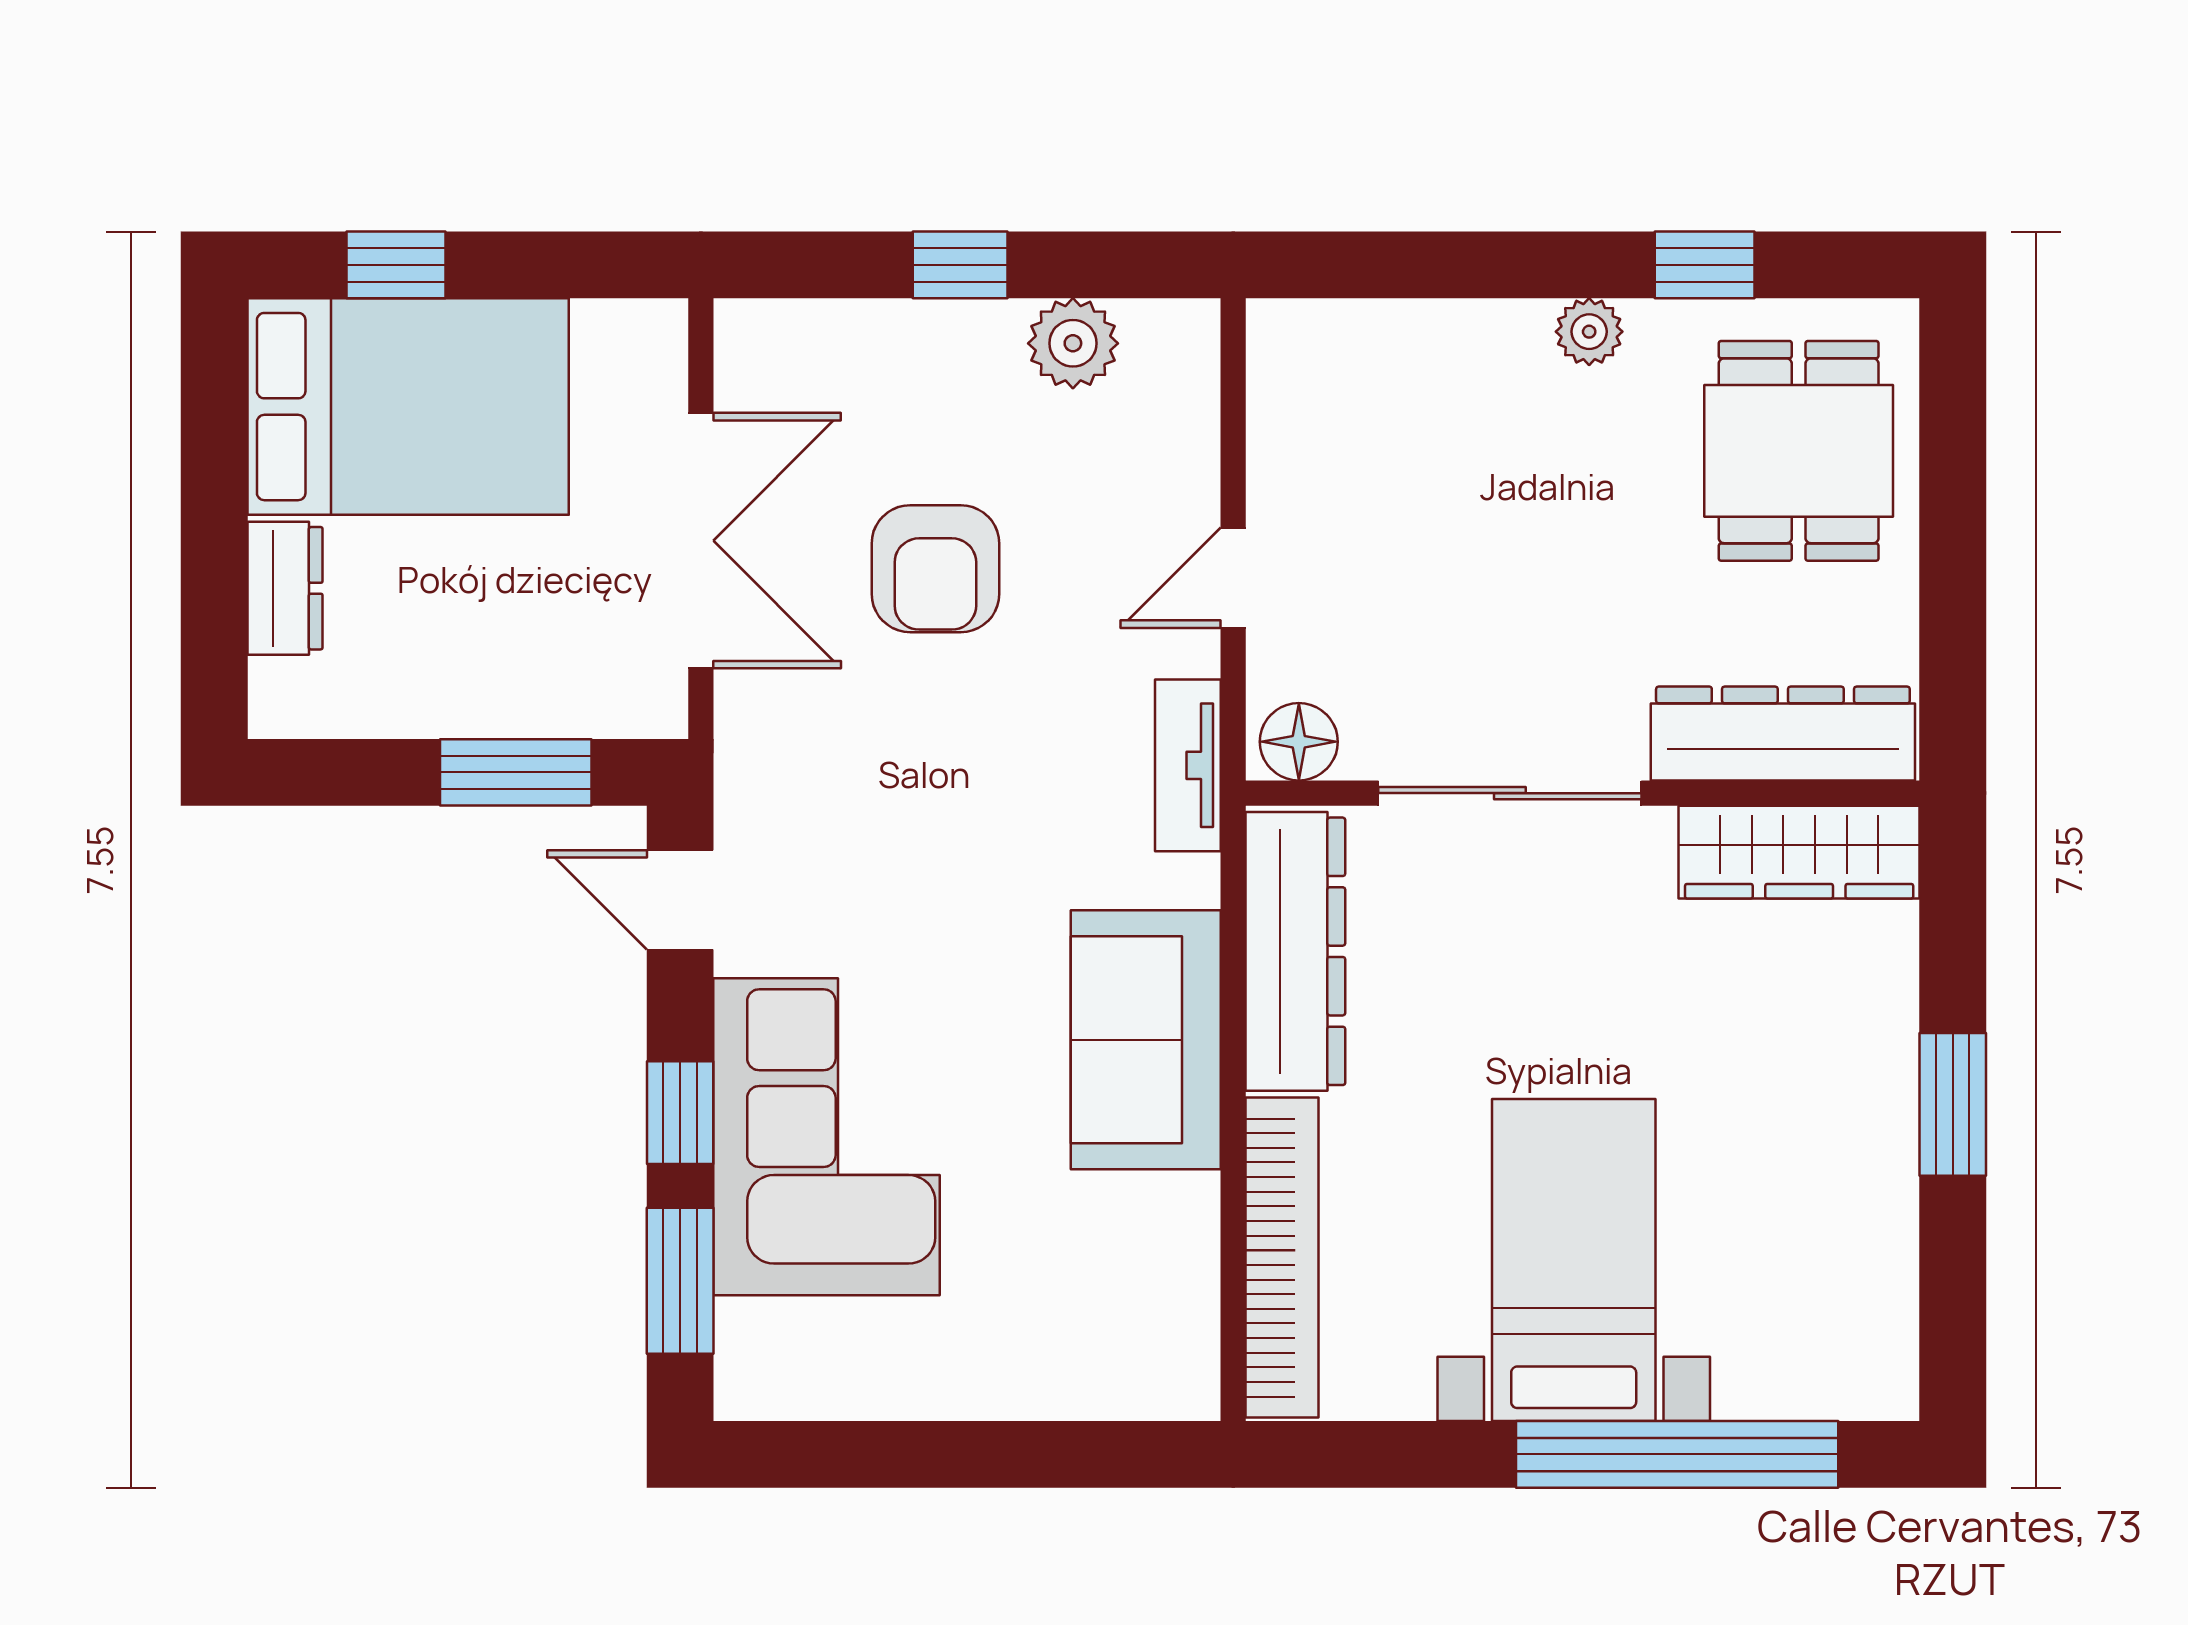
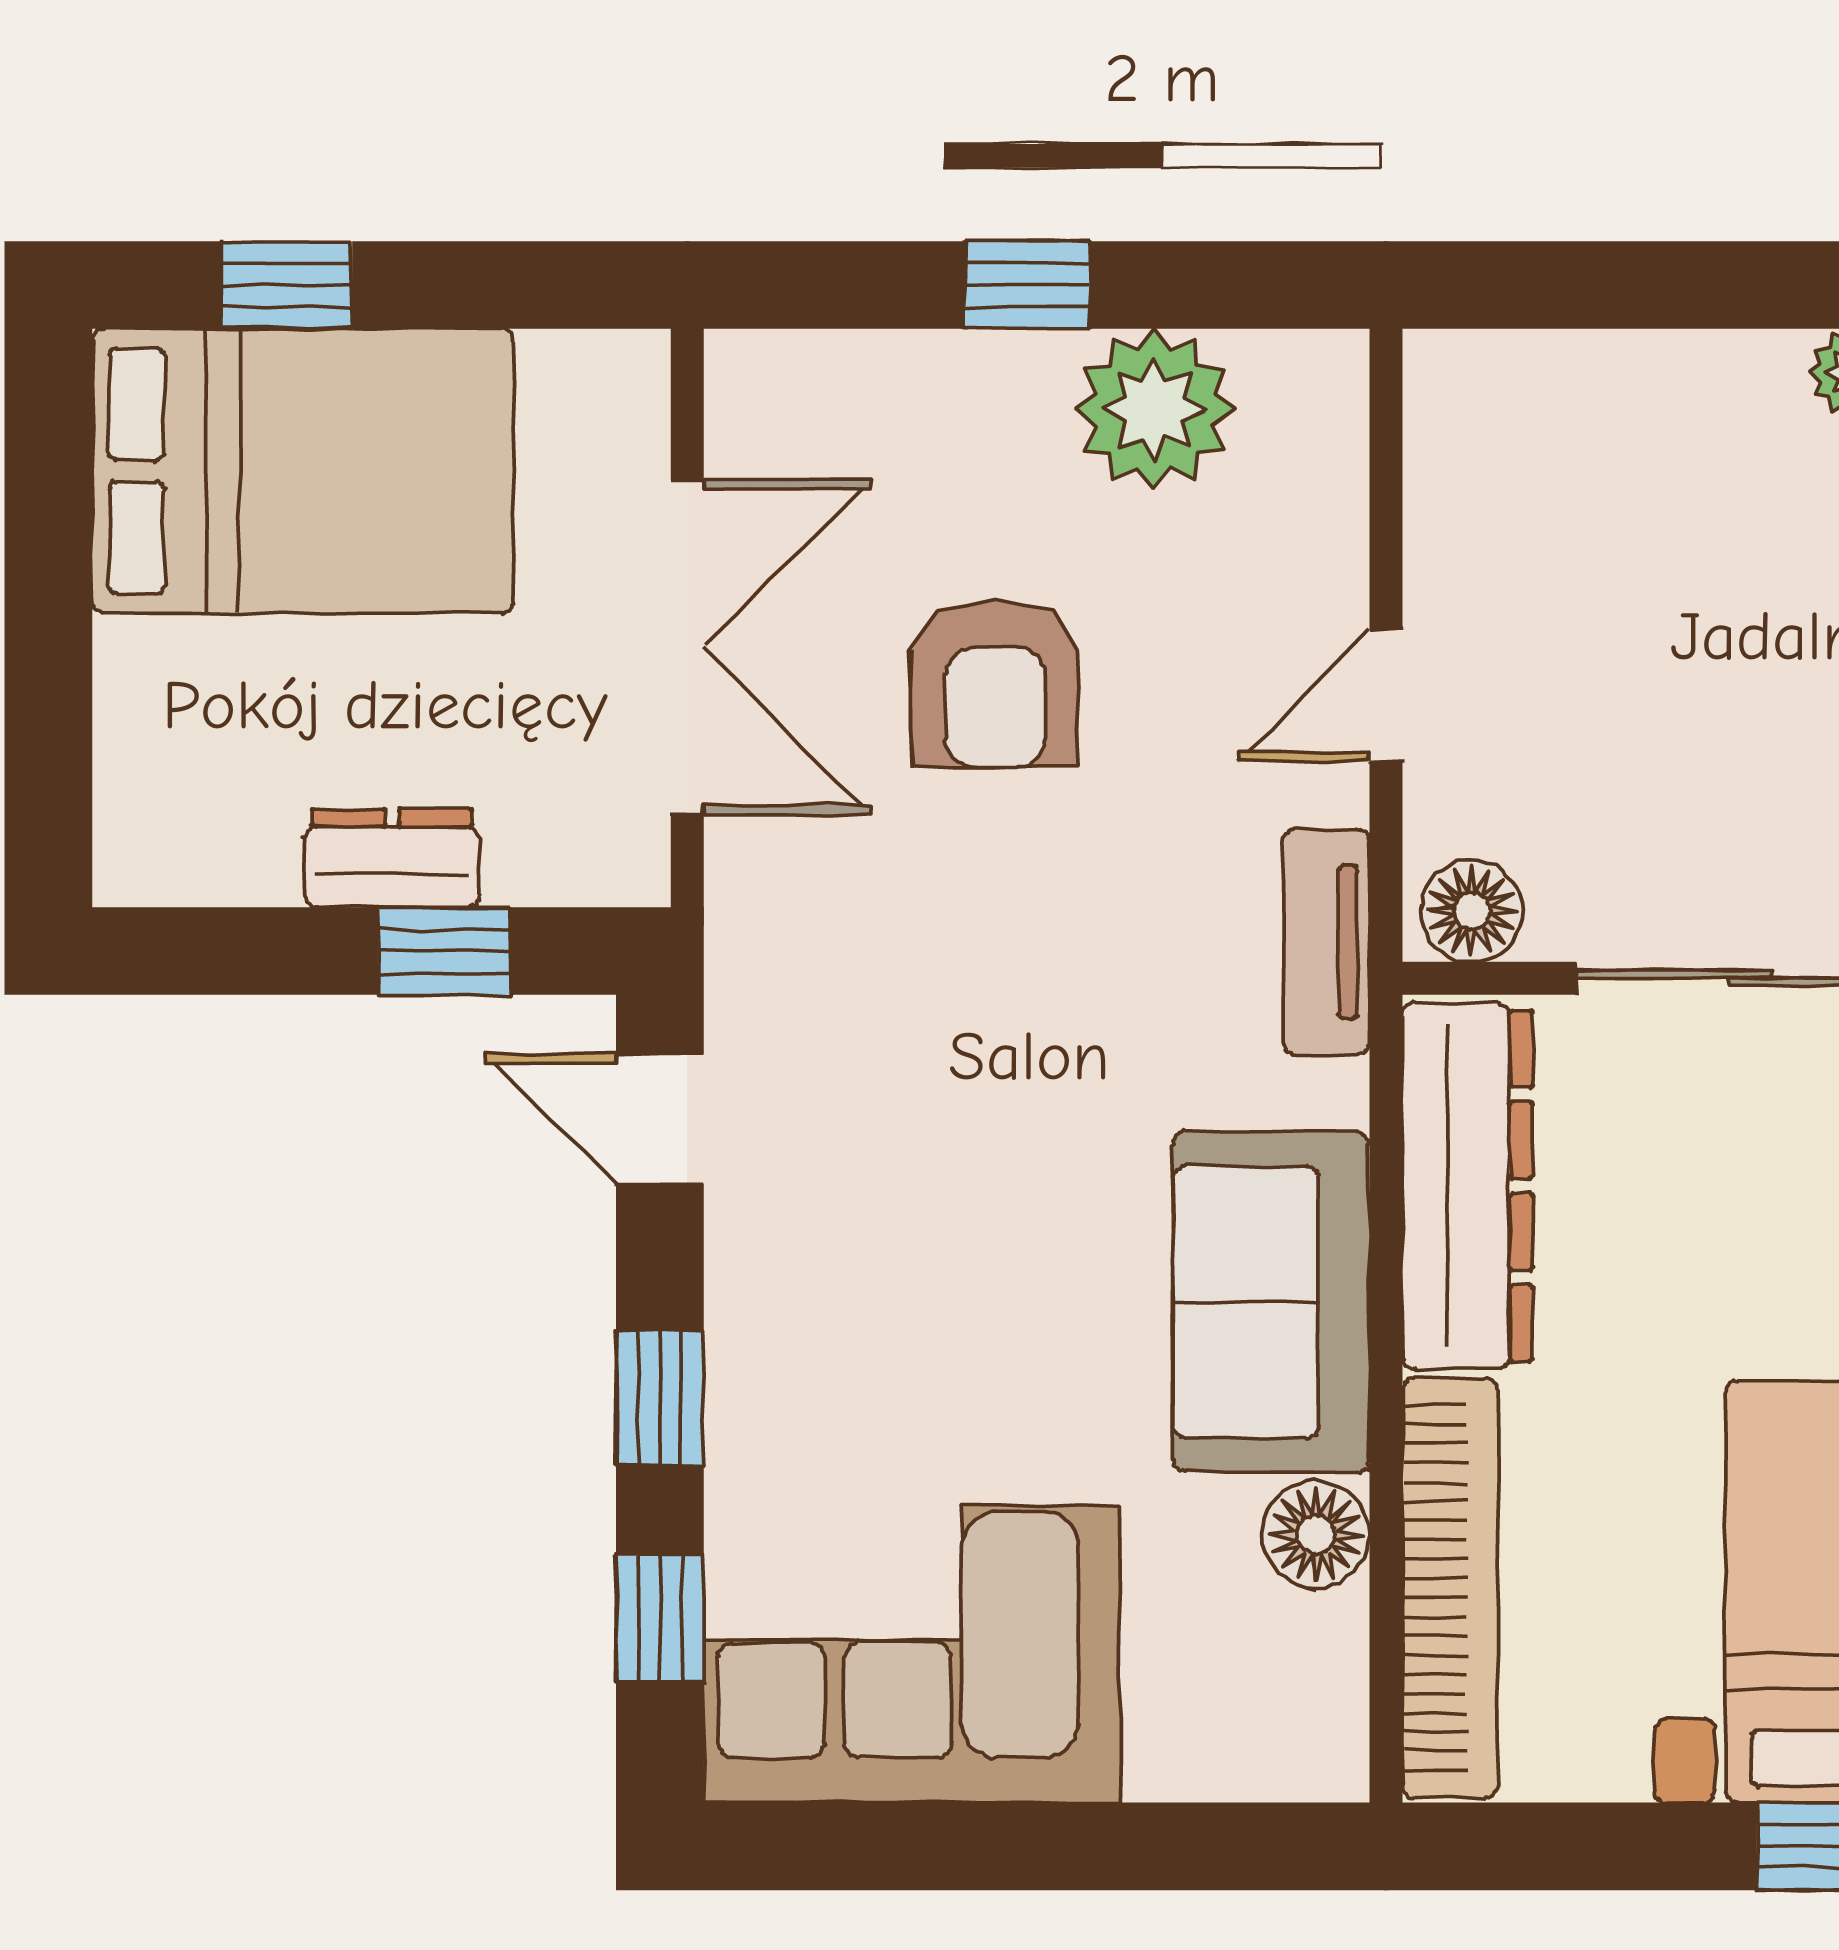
plant: (1073, 343) -> (1154, 409), width x1.36, depth x1.36
dresser: (285, 588) -> (392, 858), moved, turned -90
window: (516, 772) -> (444, 951), width x0.67
corner sofa: (826, 1137) -> (912, 1654), moved, turned -90
floor lamp: (1180, 1217) -> (1316, 1534), added
window: (680, 1281) -> (660, 1618), width x0.67

